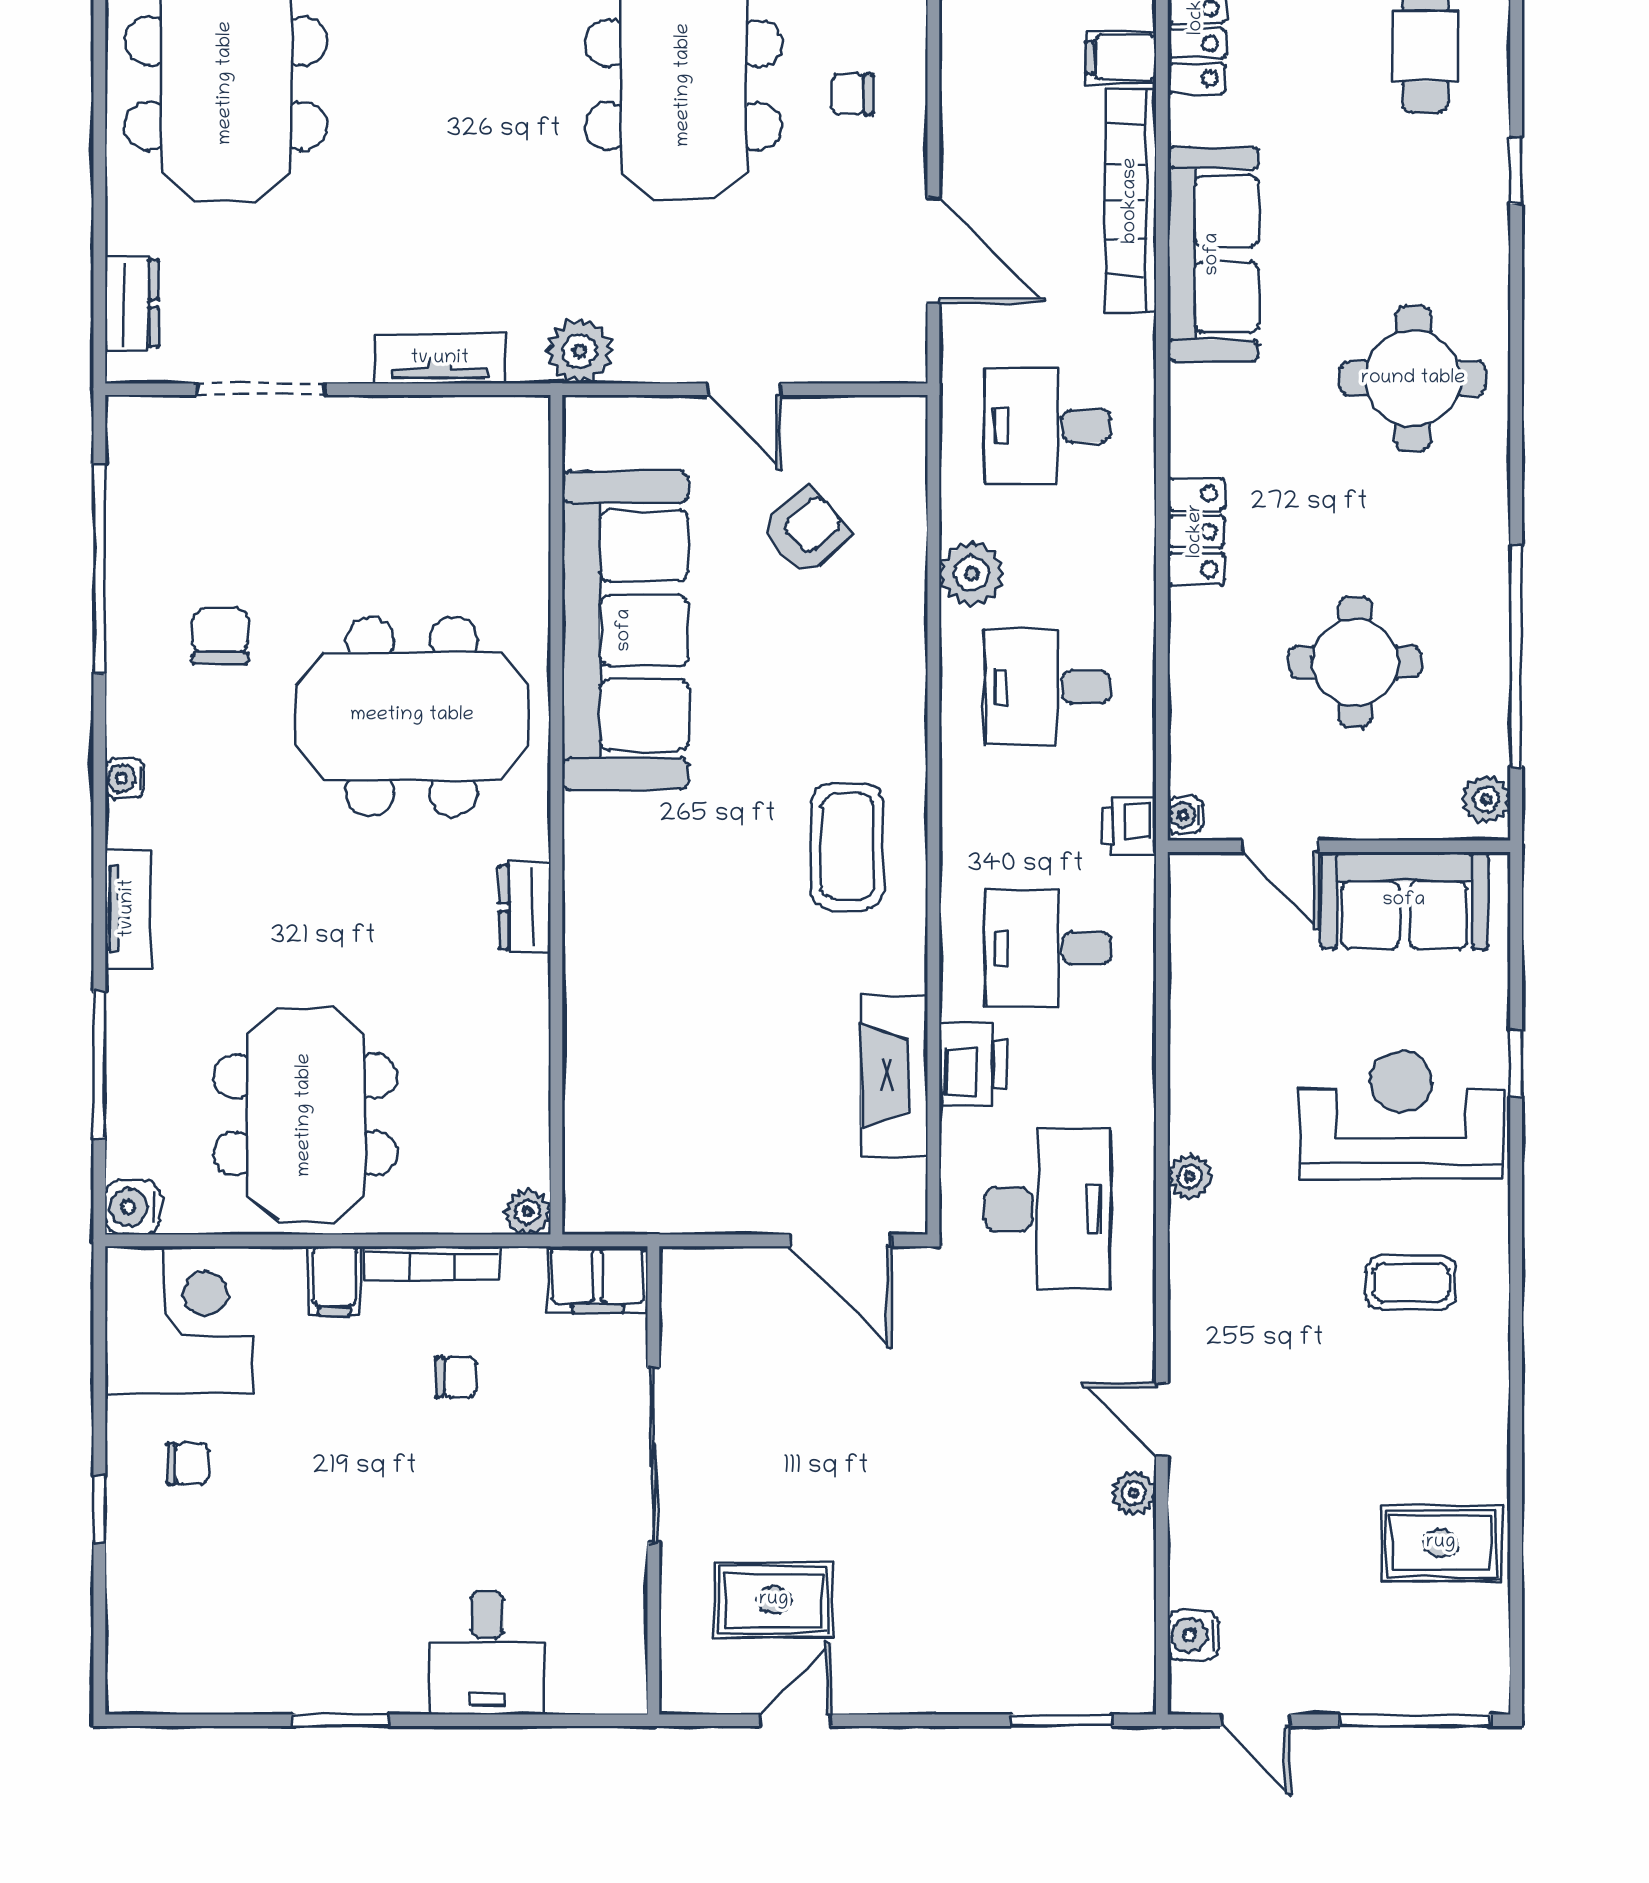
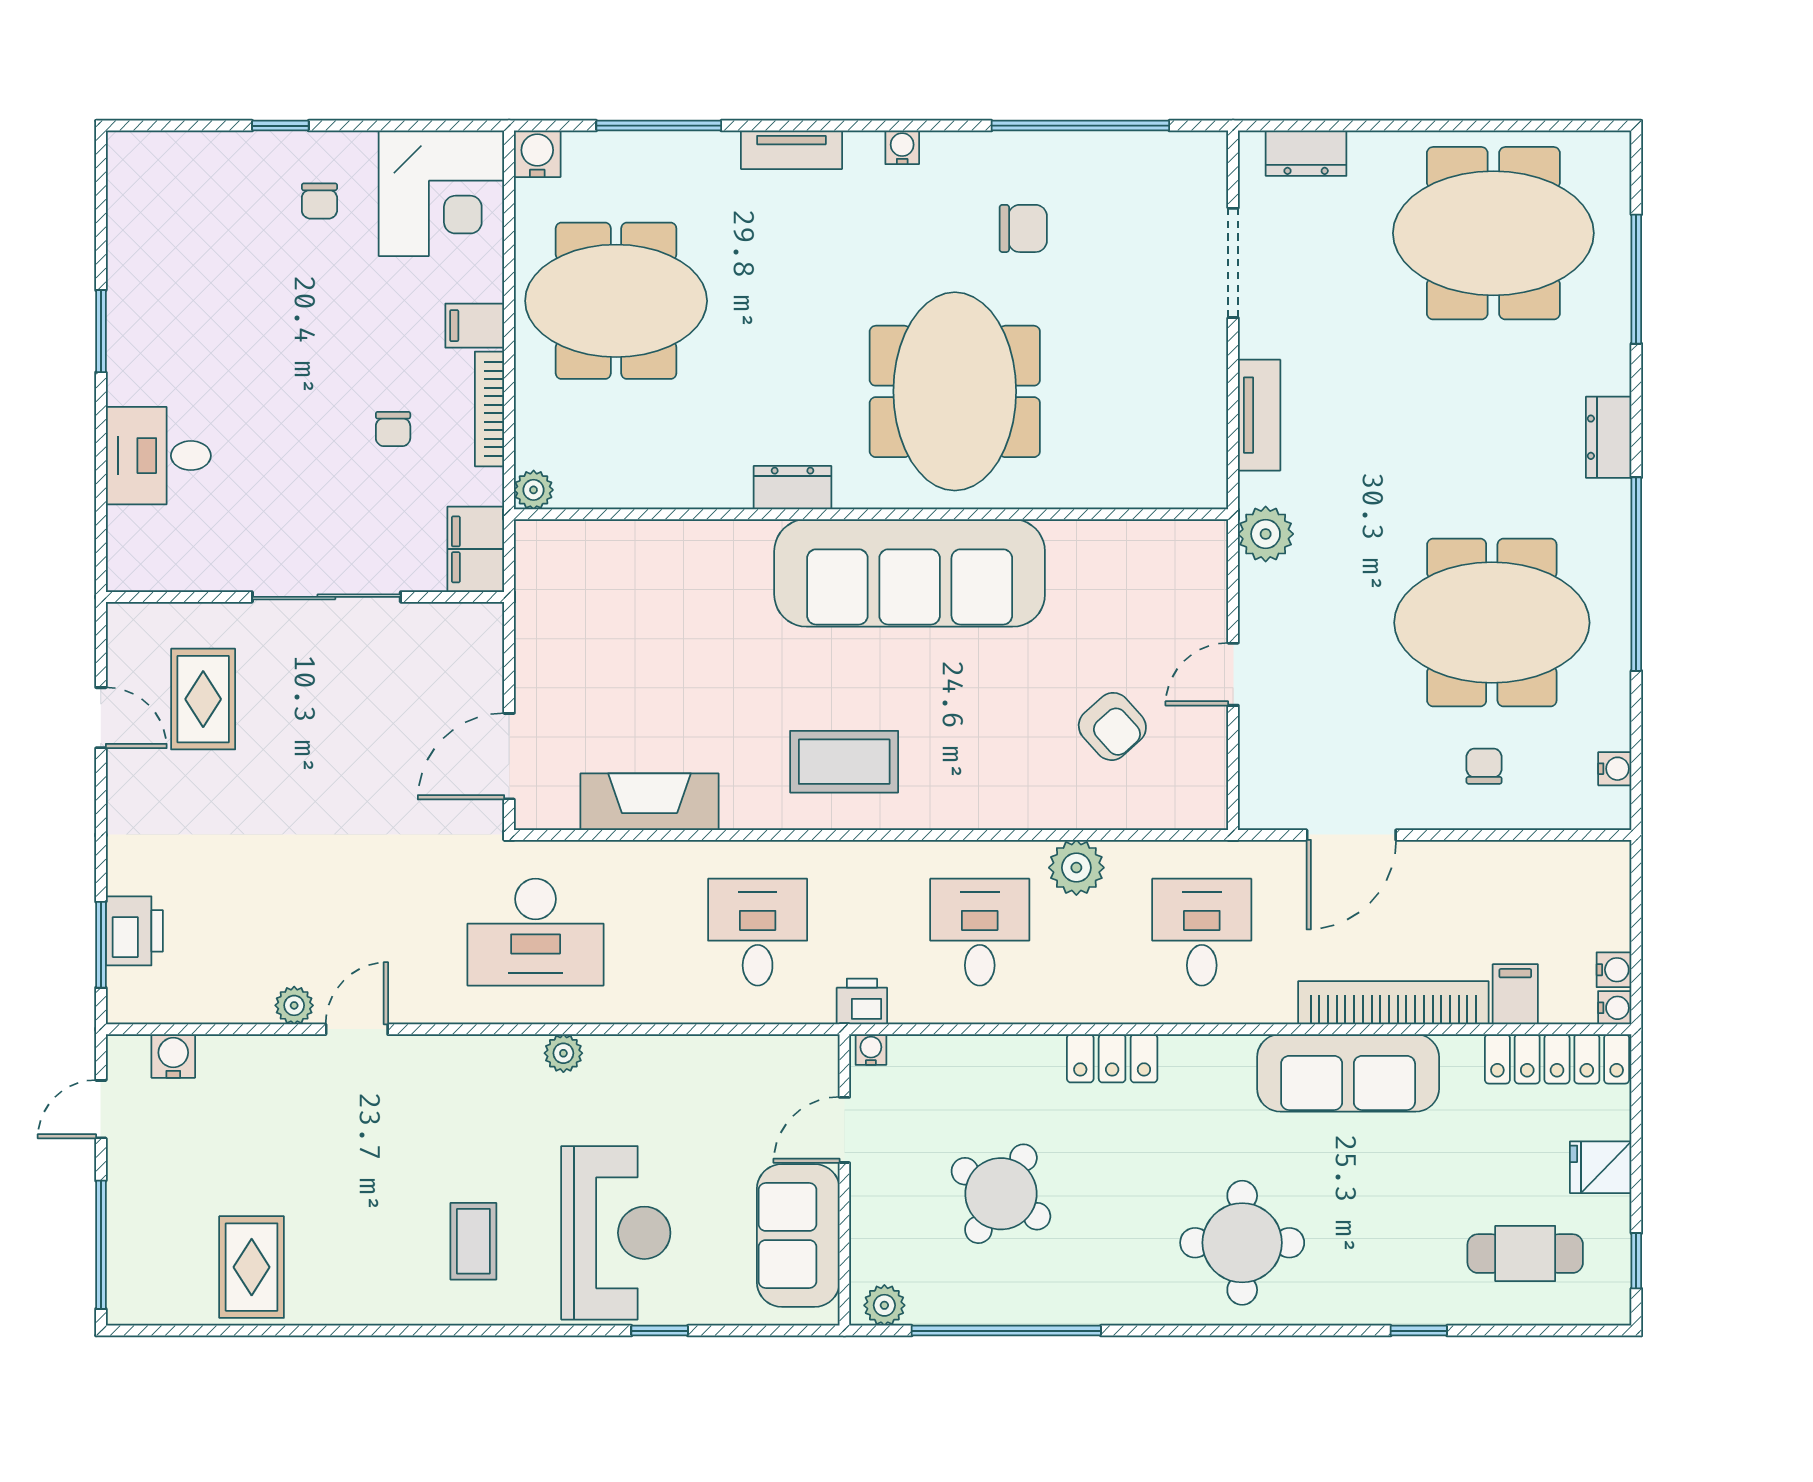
sofa: (625, 630) -> (910, 573), moved
round table: (1355, 662) -> (1001, 1194), turned 32
printer: (973, 1065) -> (134, 931), moved, turned -90

